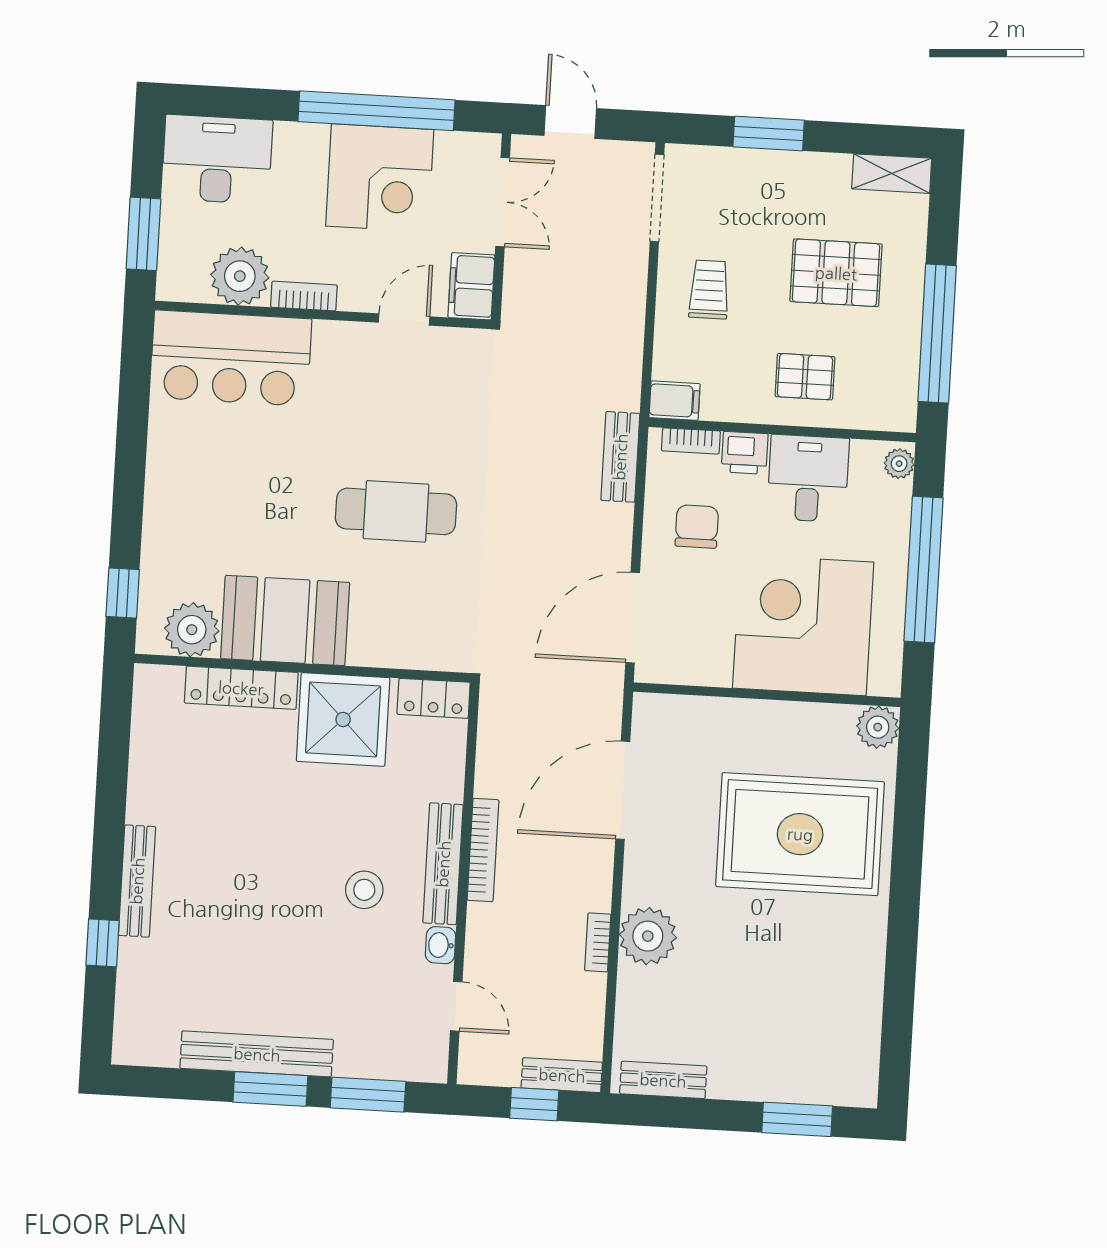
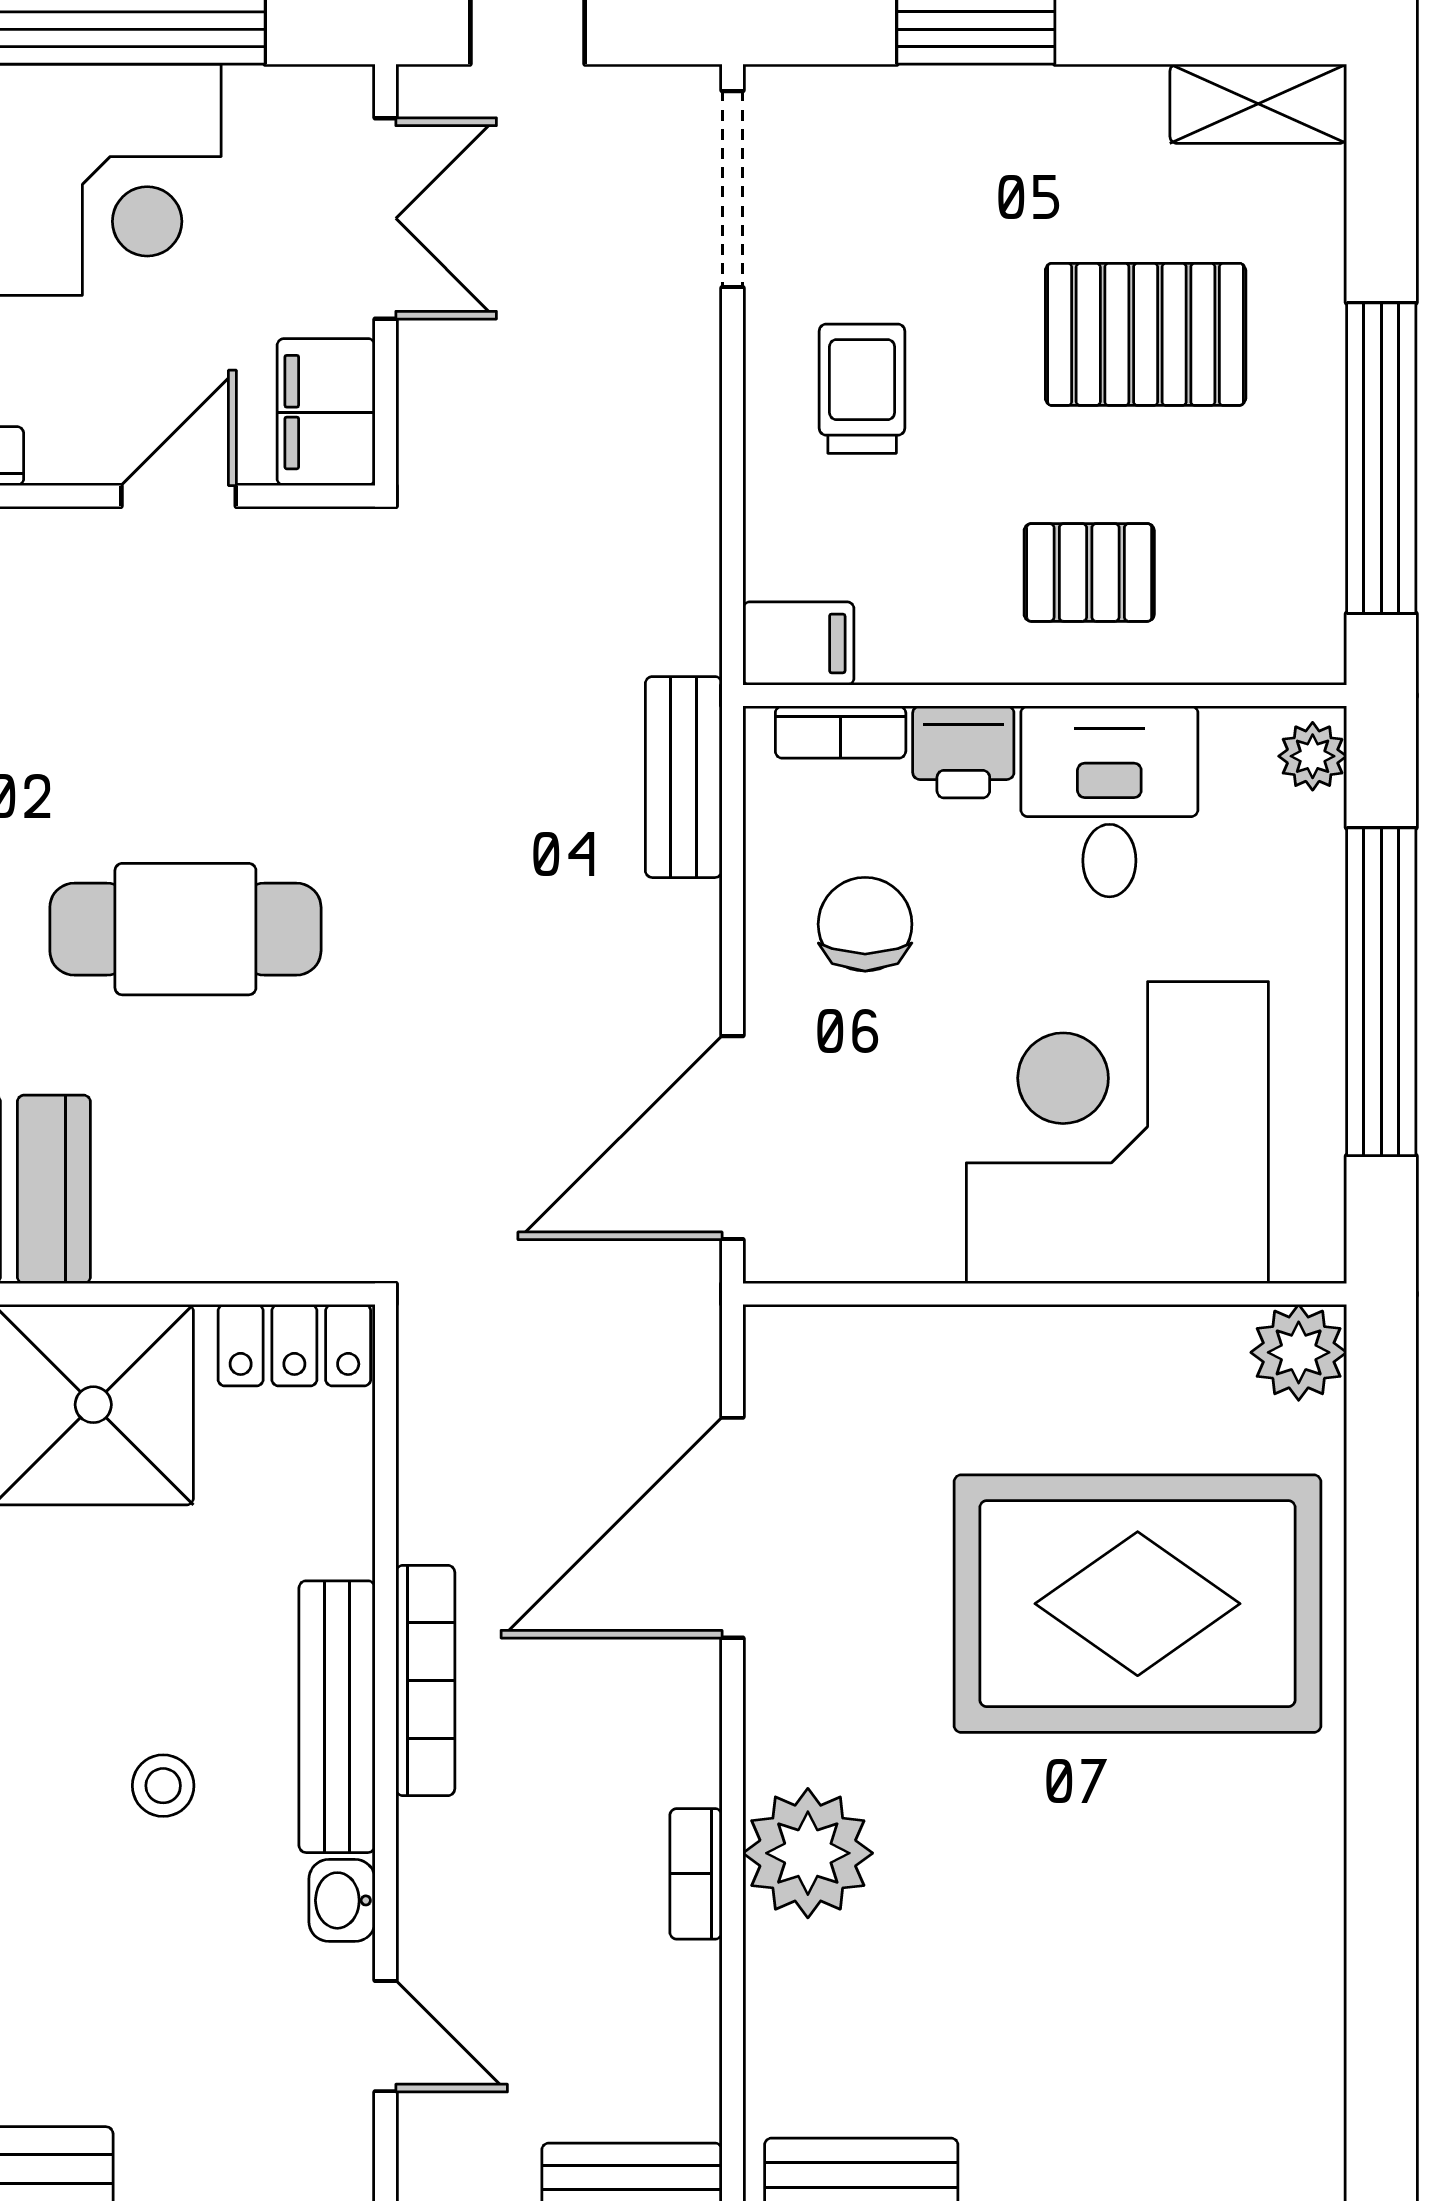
stool: (364, 890) -> (163, 1786), width x0.73, depth x0.73

